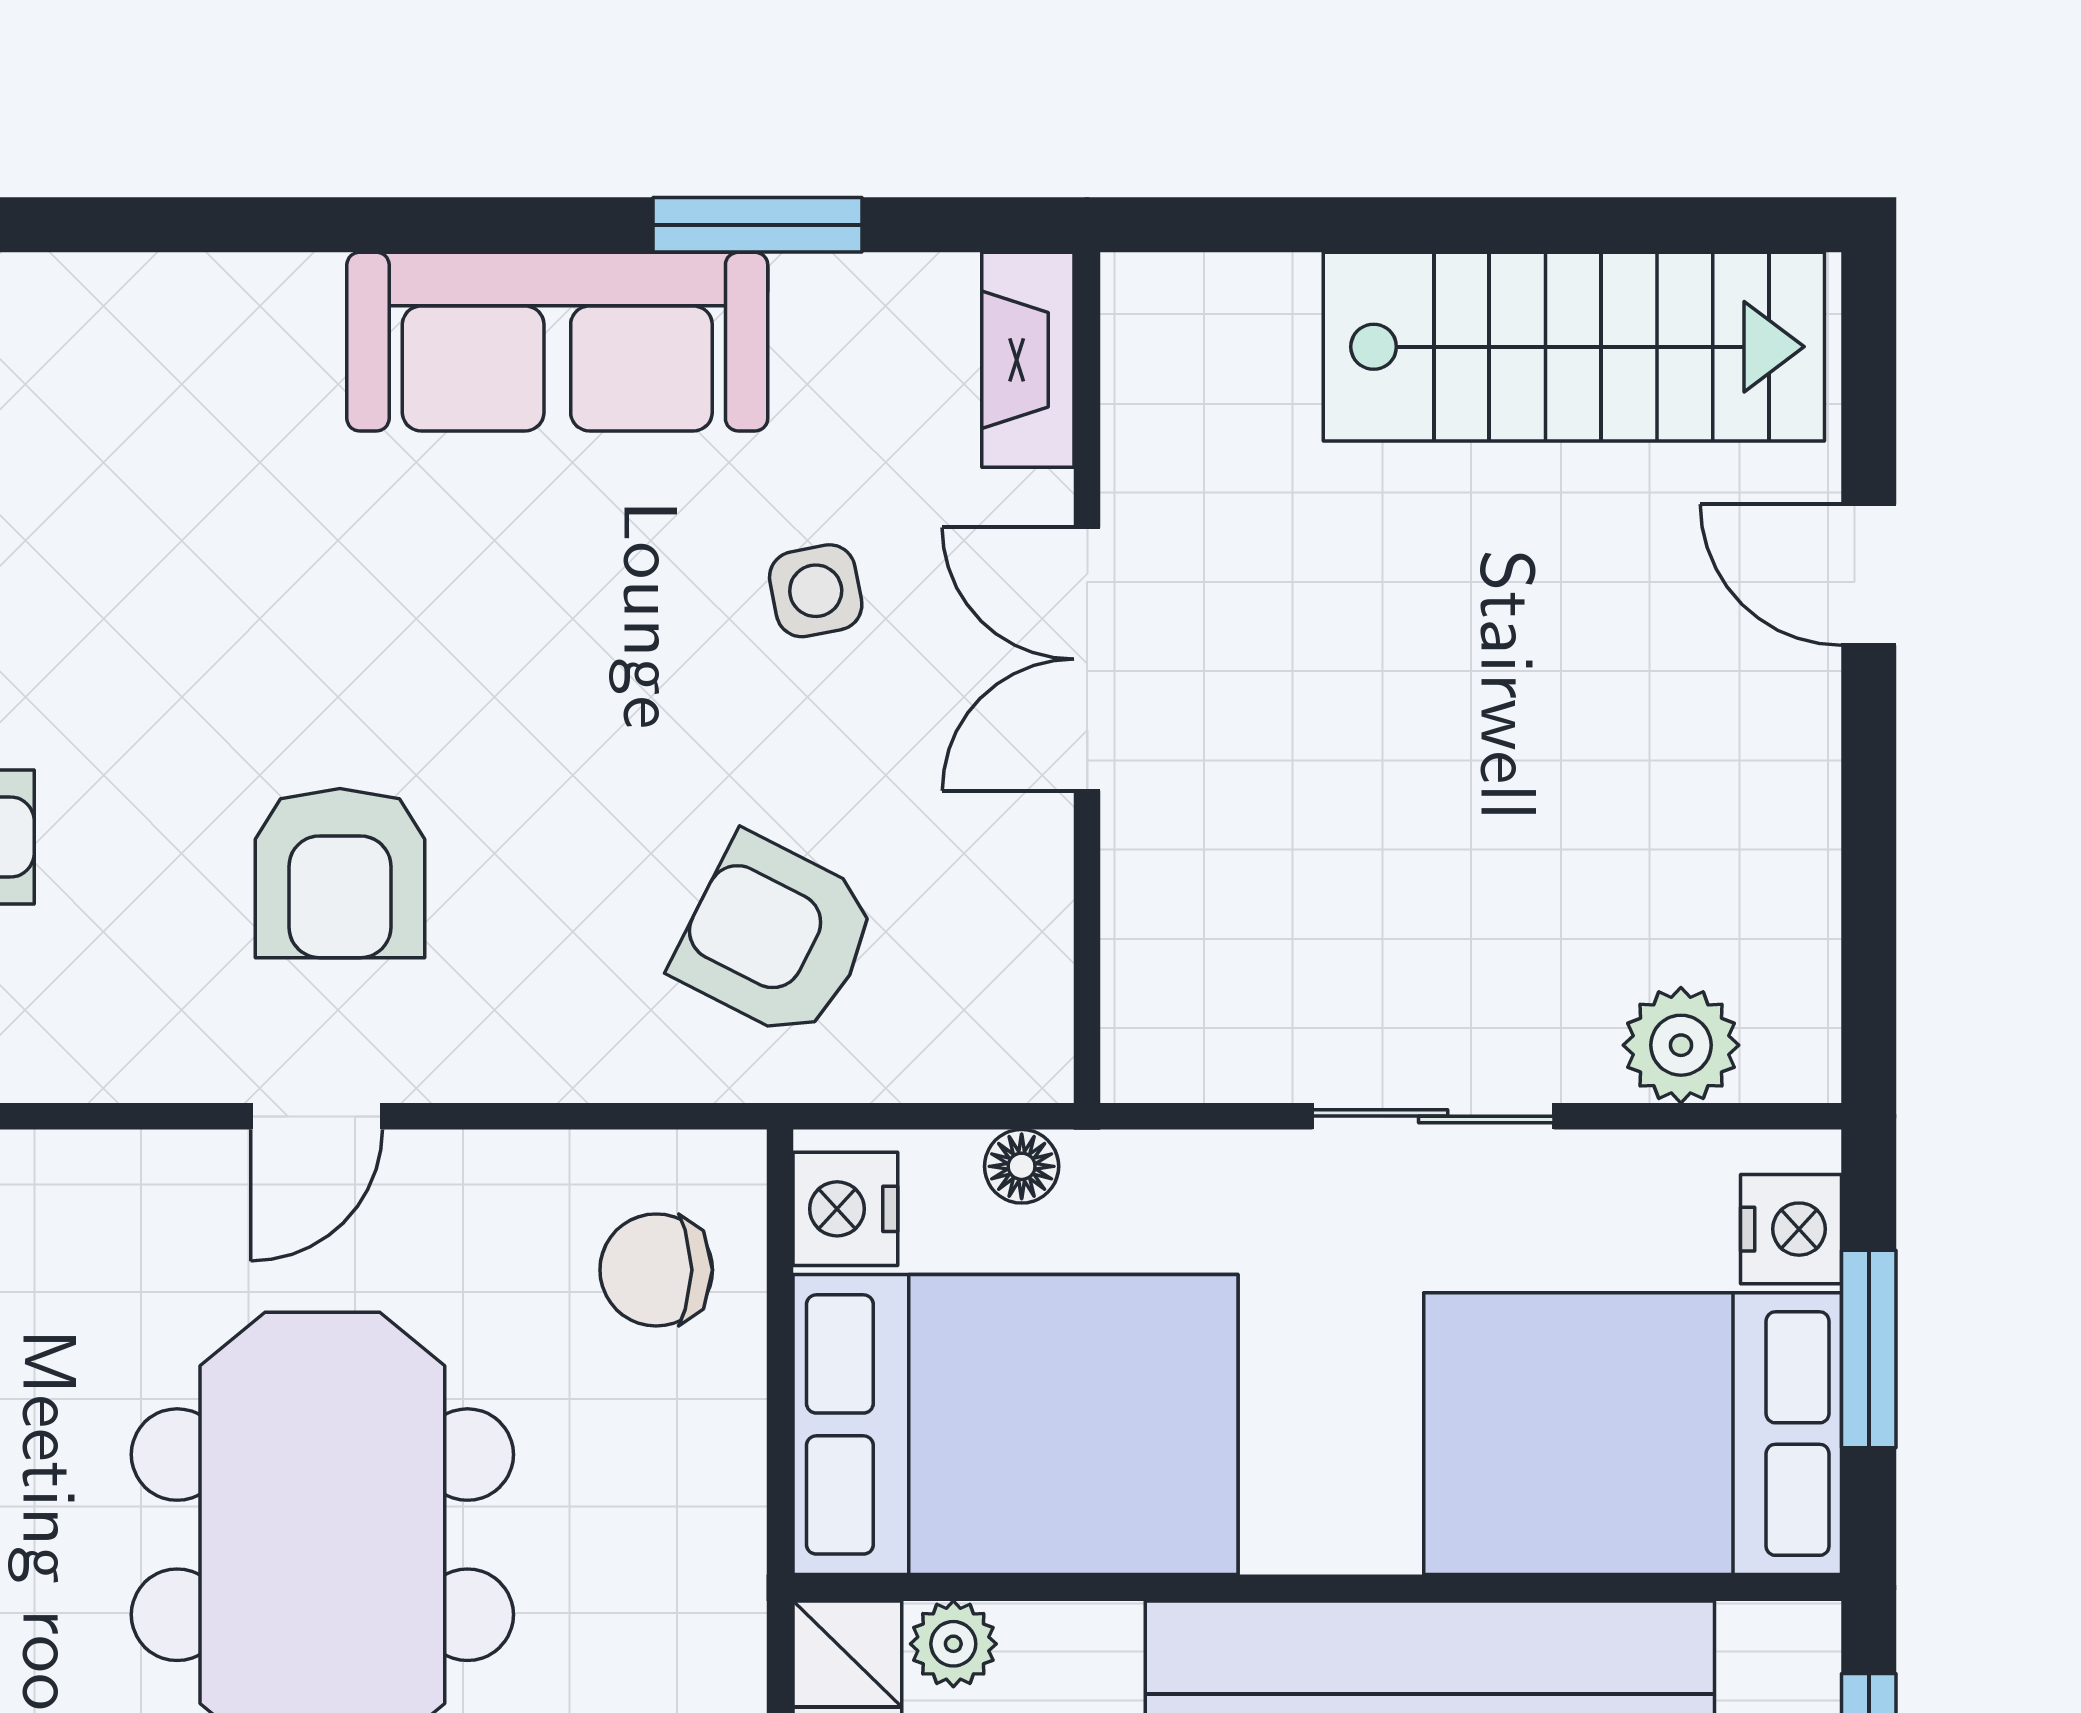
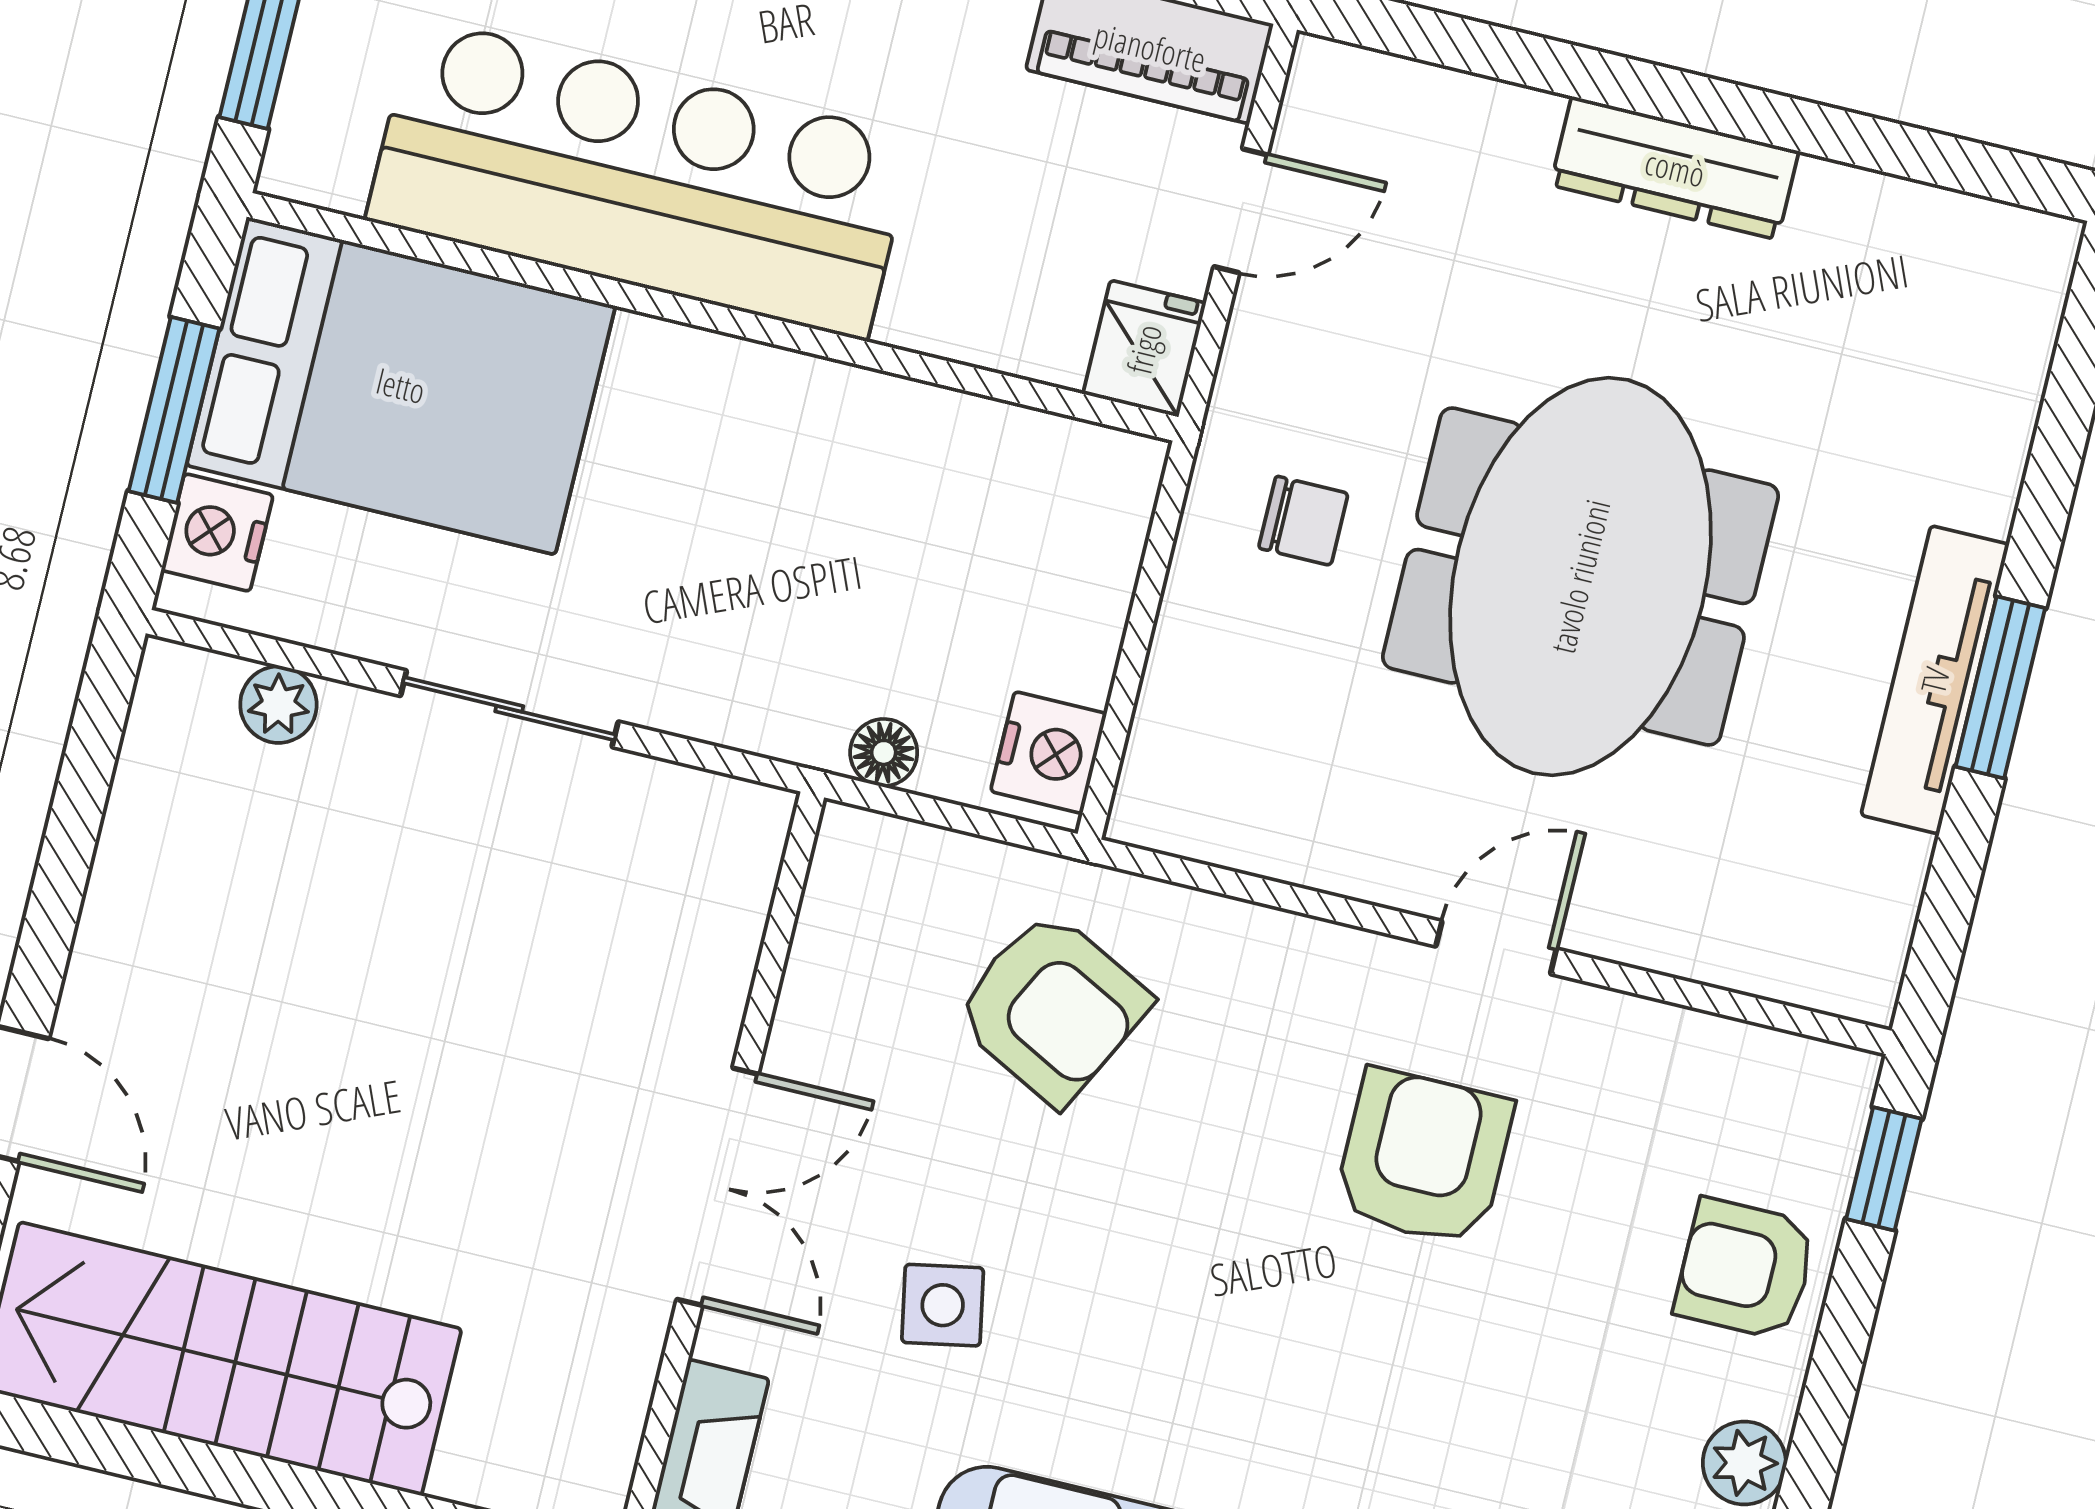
plant: (1681, 1045) -> (278, 705), width x0.73, depth x0.73
chair: (656, 1270) -> (1303, 521), moved, width x0.73, depth x0.73
bed: (1016, 1424) -> (944, 526), removed
plant: (953, 1644) -> (1046, 345), removed

